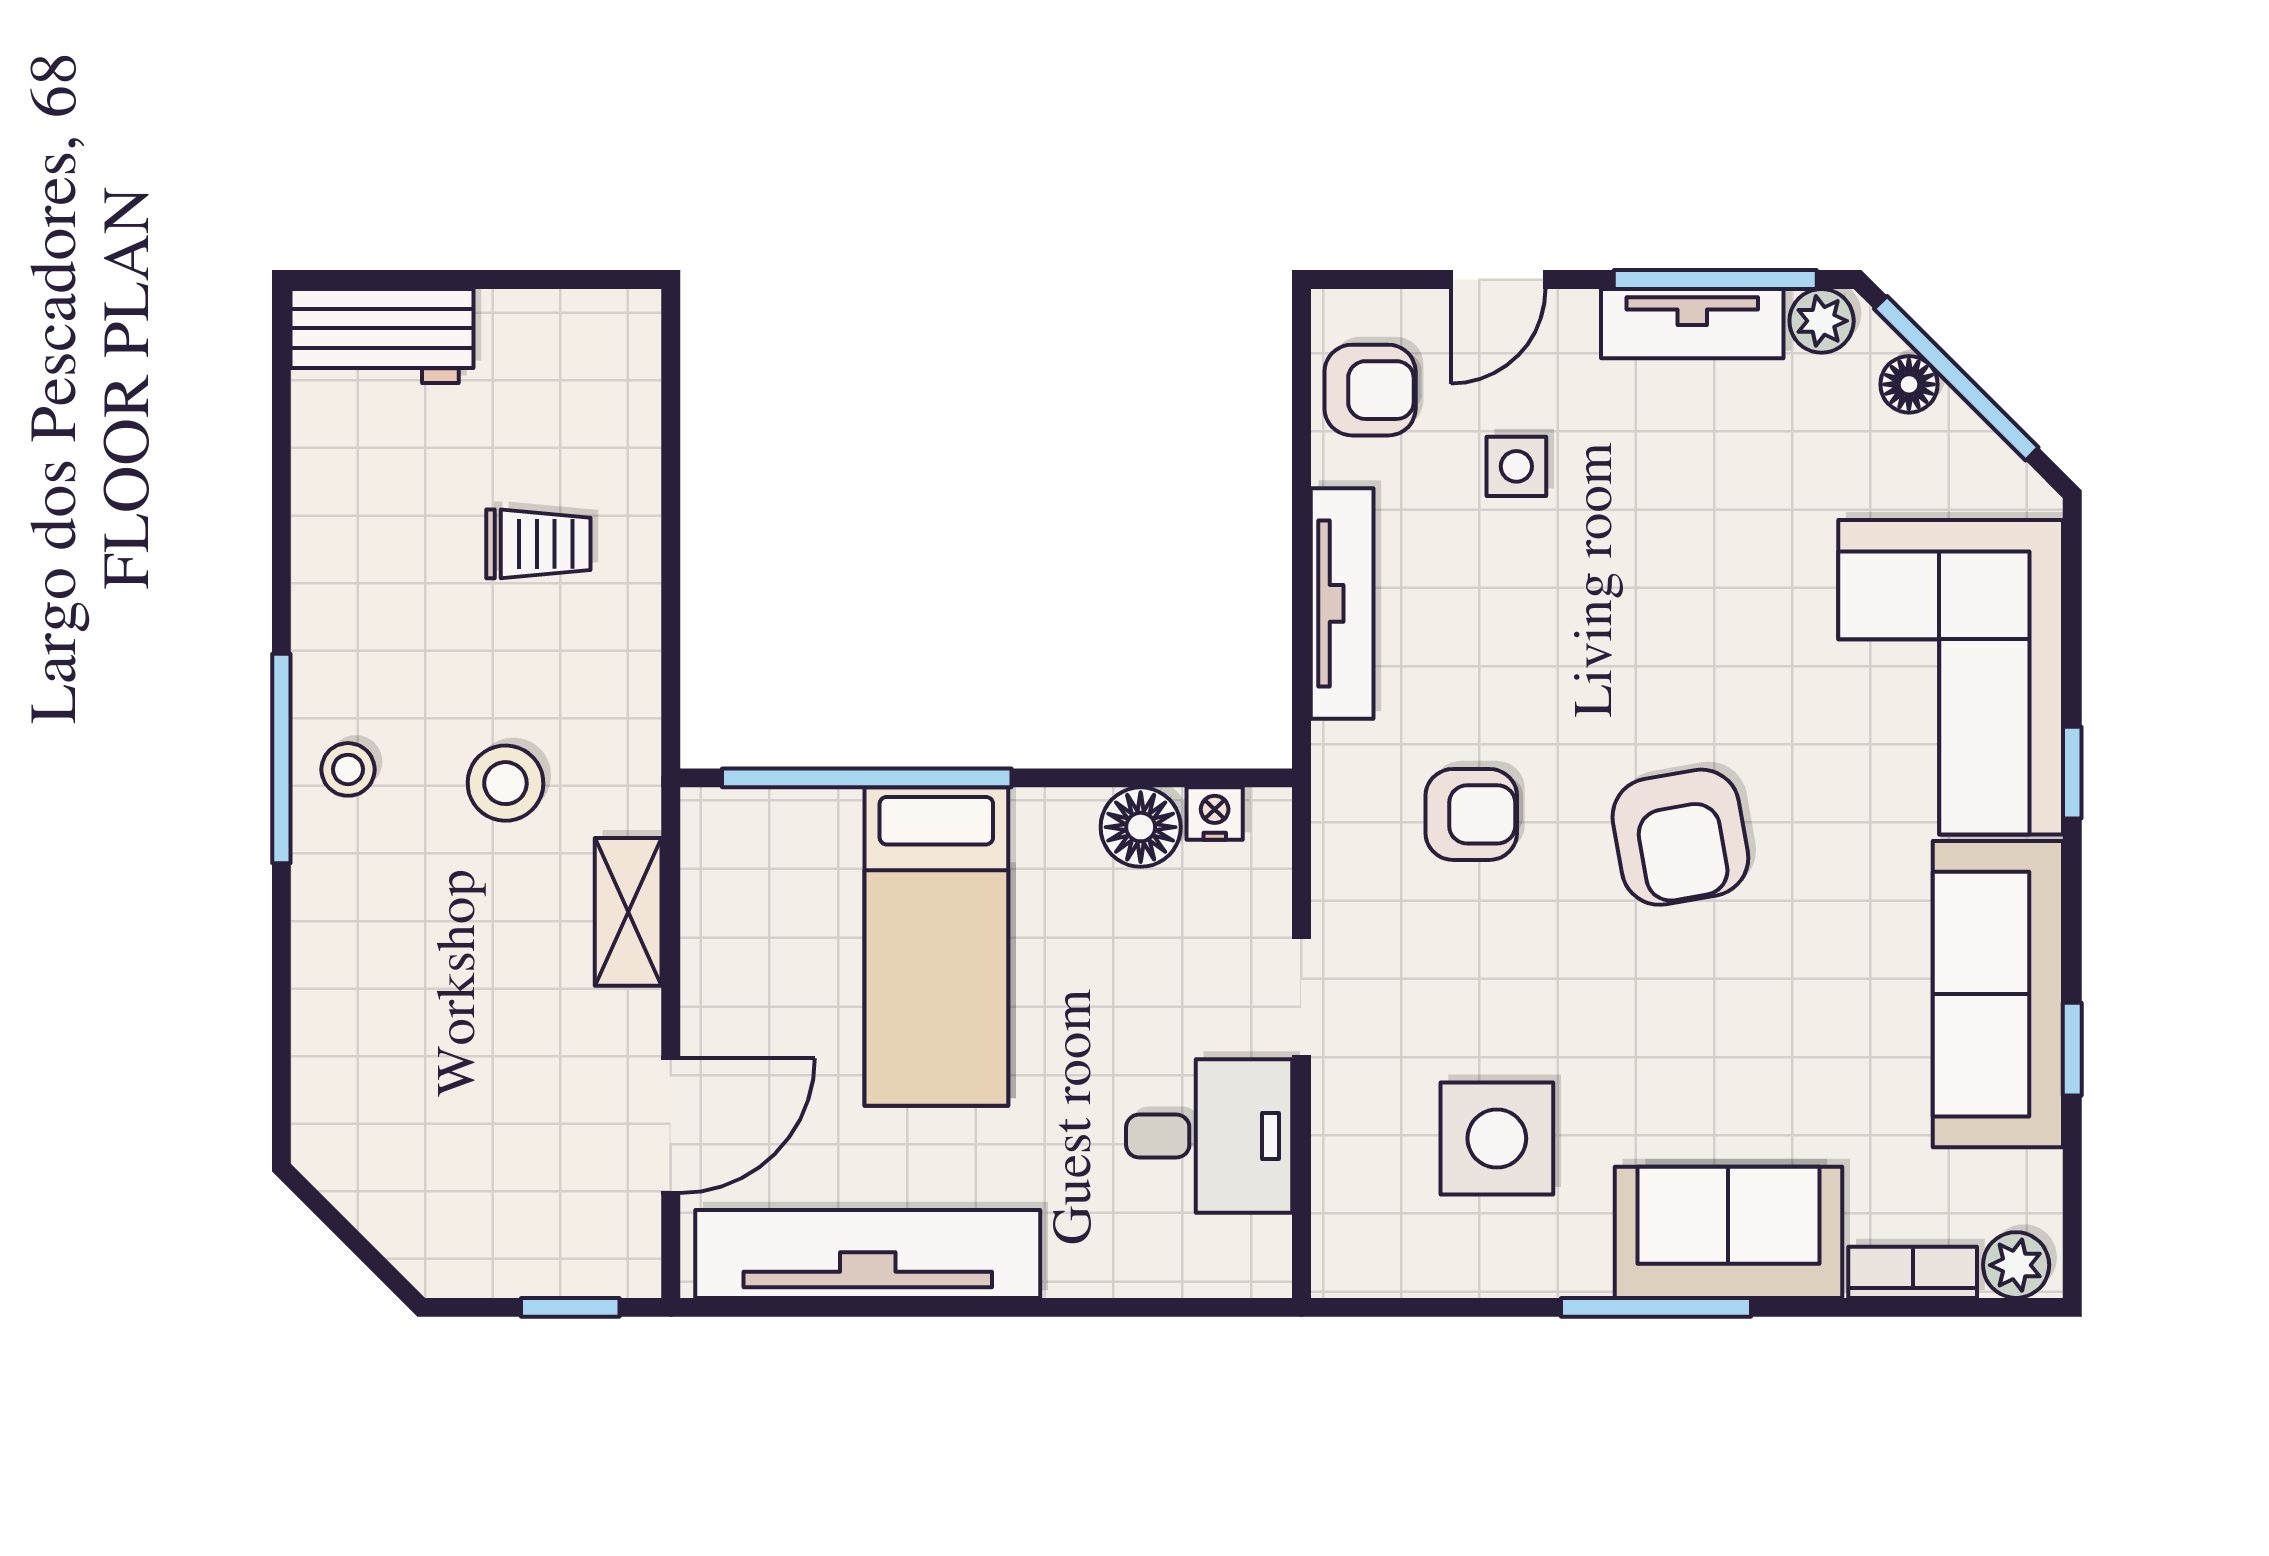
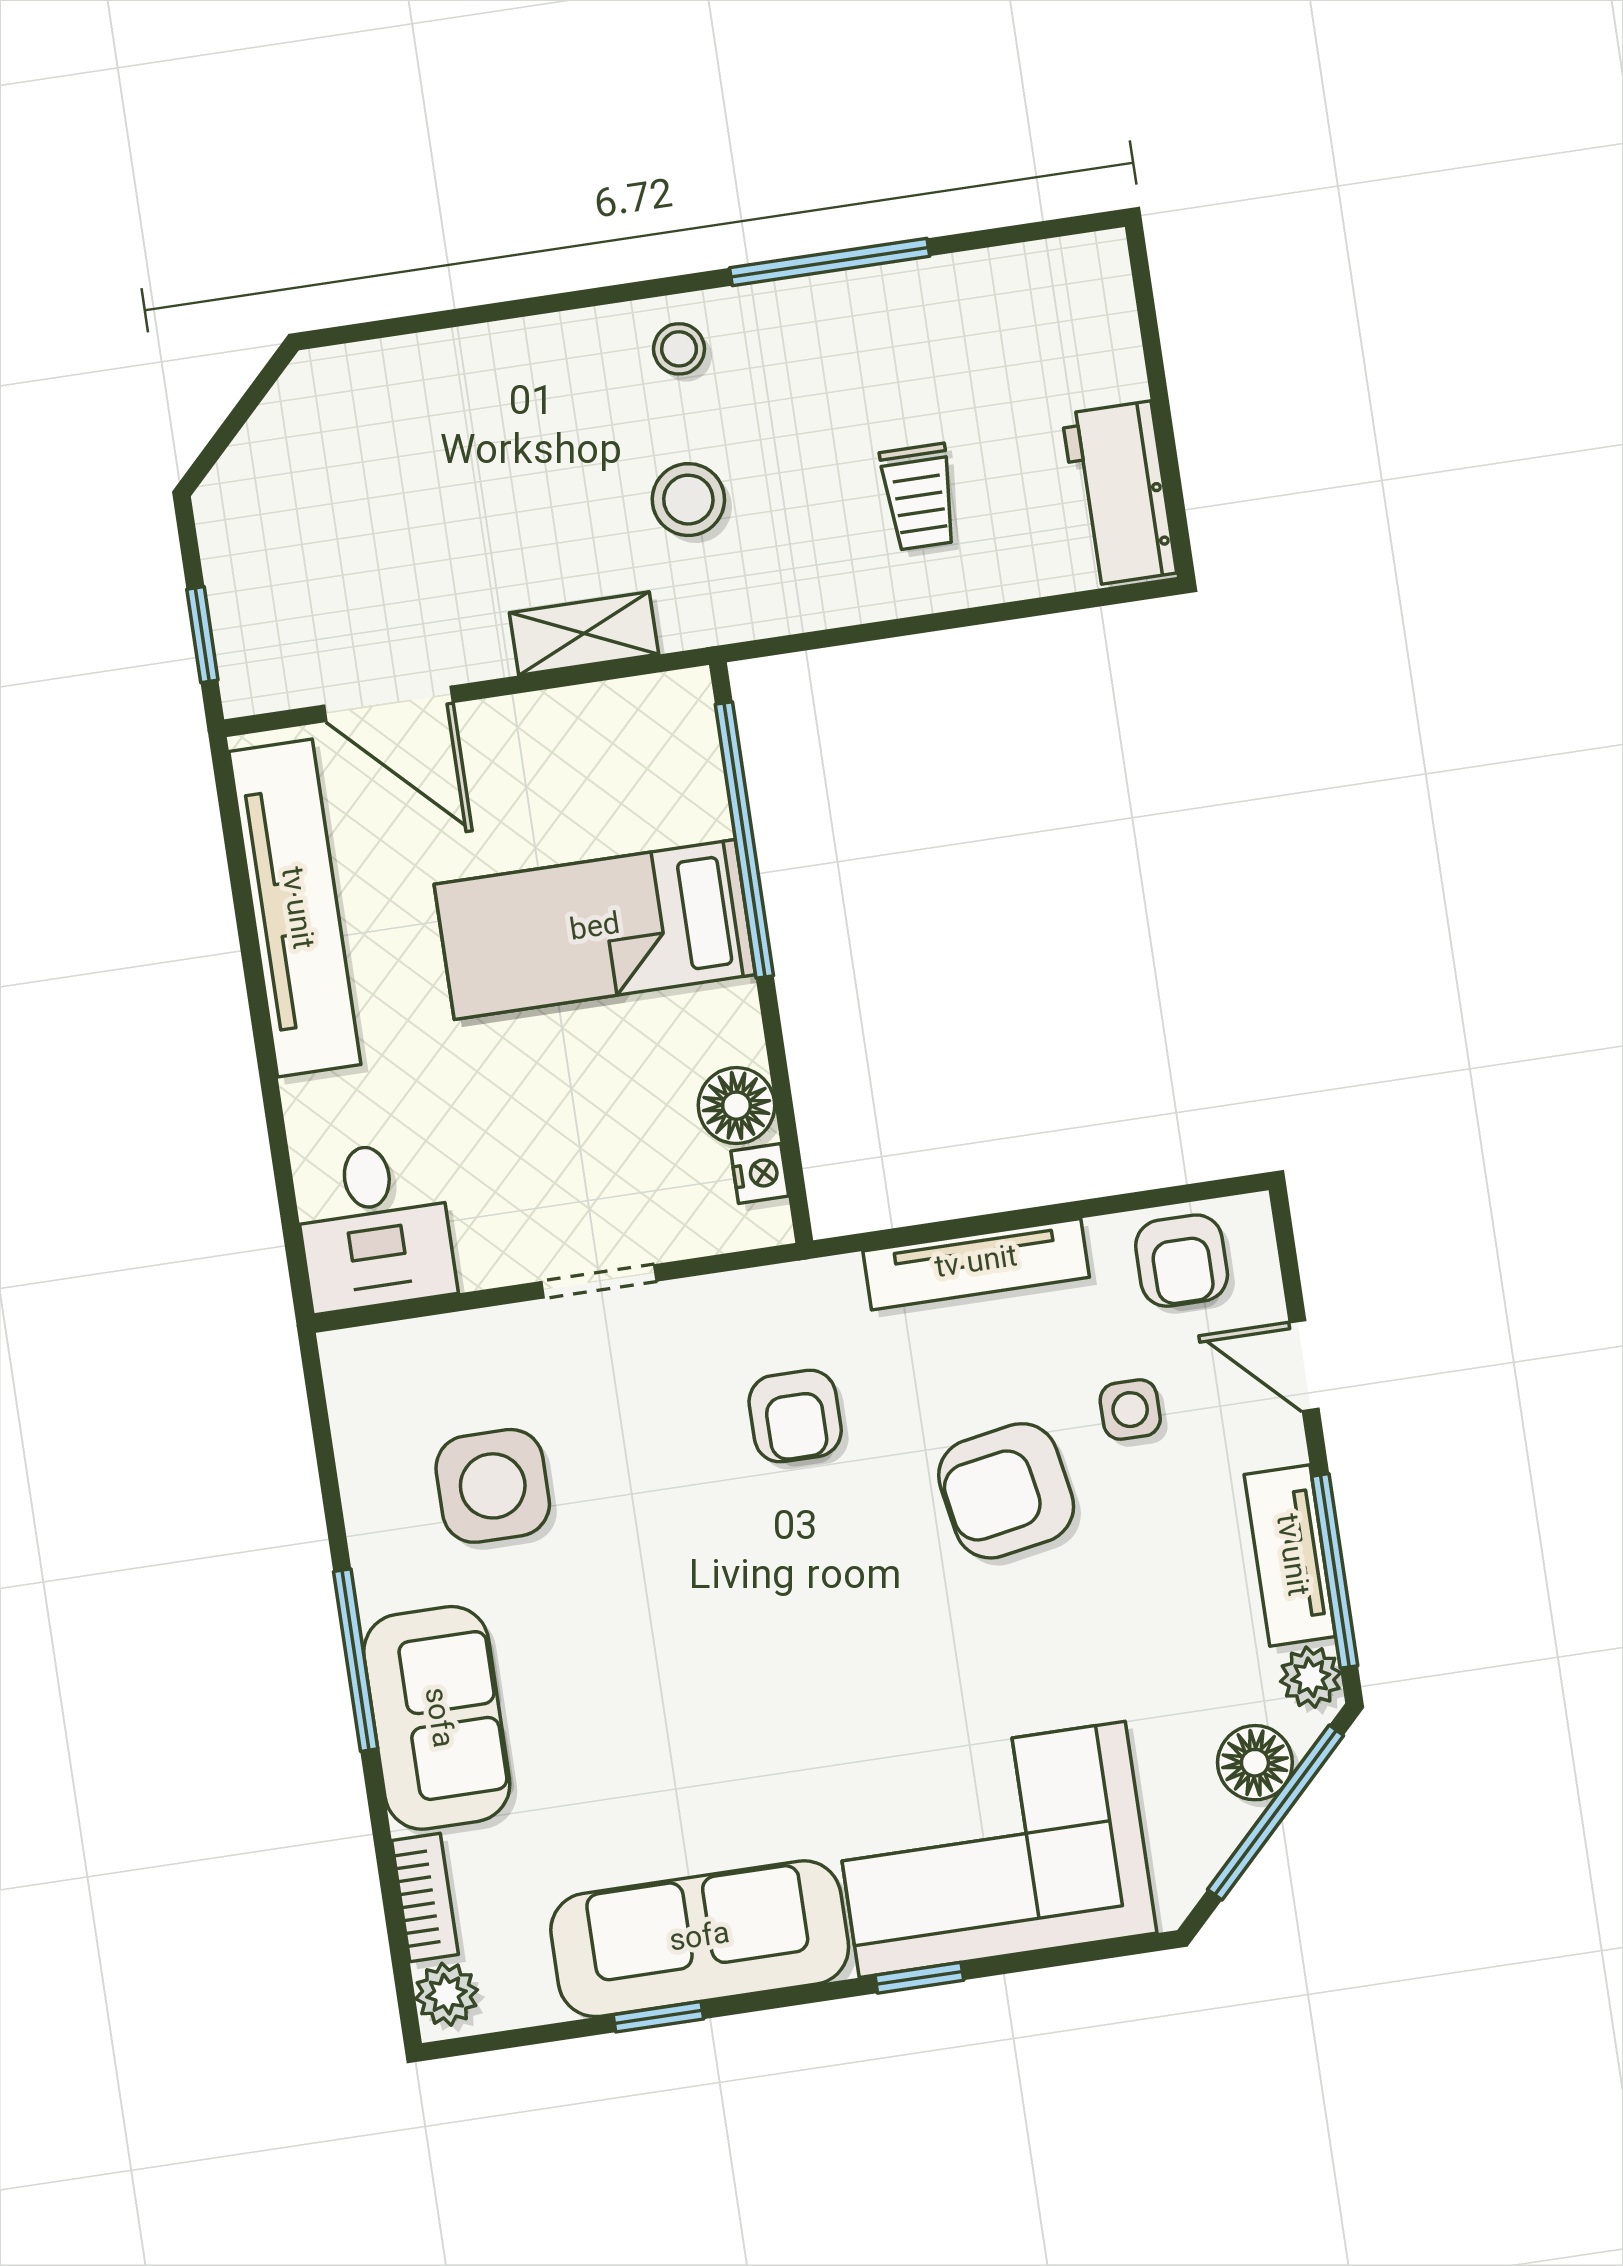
workbench: (382, 336) -> (1119, 494), moved
floor lamp: (1909, 384) -> (1255, 1763), width x1.37, depth x1.37
window: (281, 758) -> (830, 262), moved
armchair: (1680, 837) -> (1006, 1491), moved
desk: (1209, 1136) -> (374, 1226), moved

